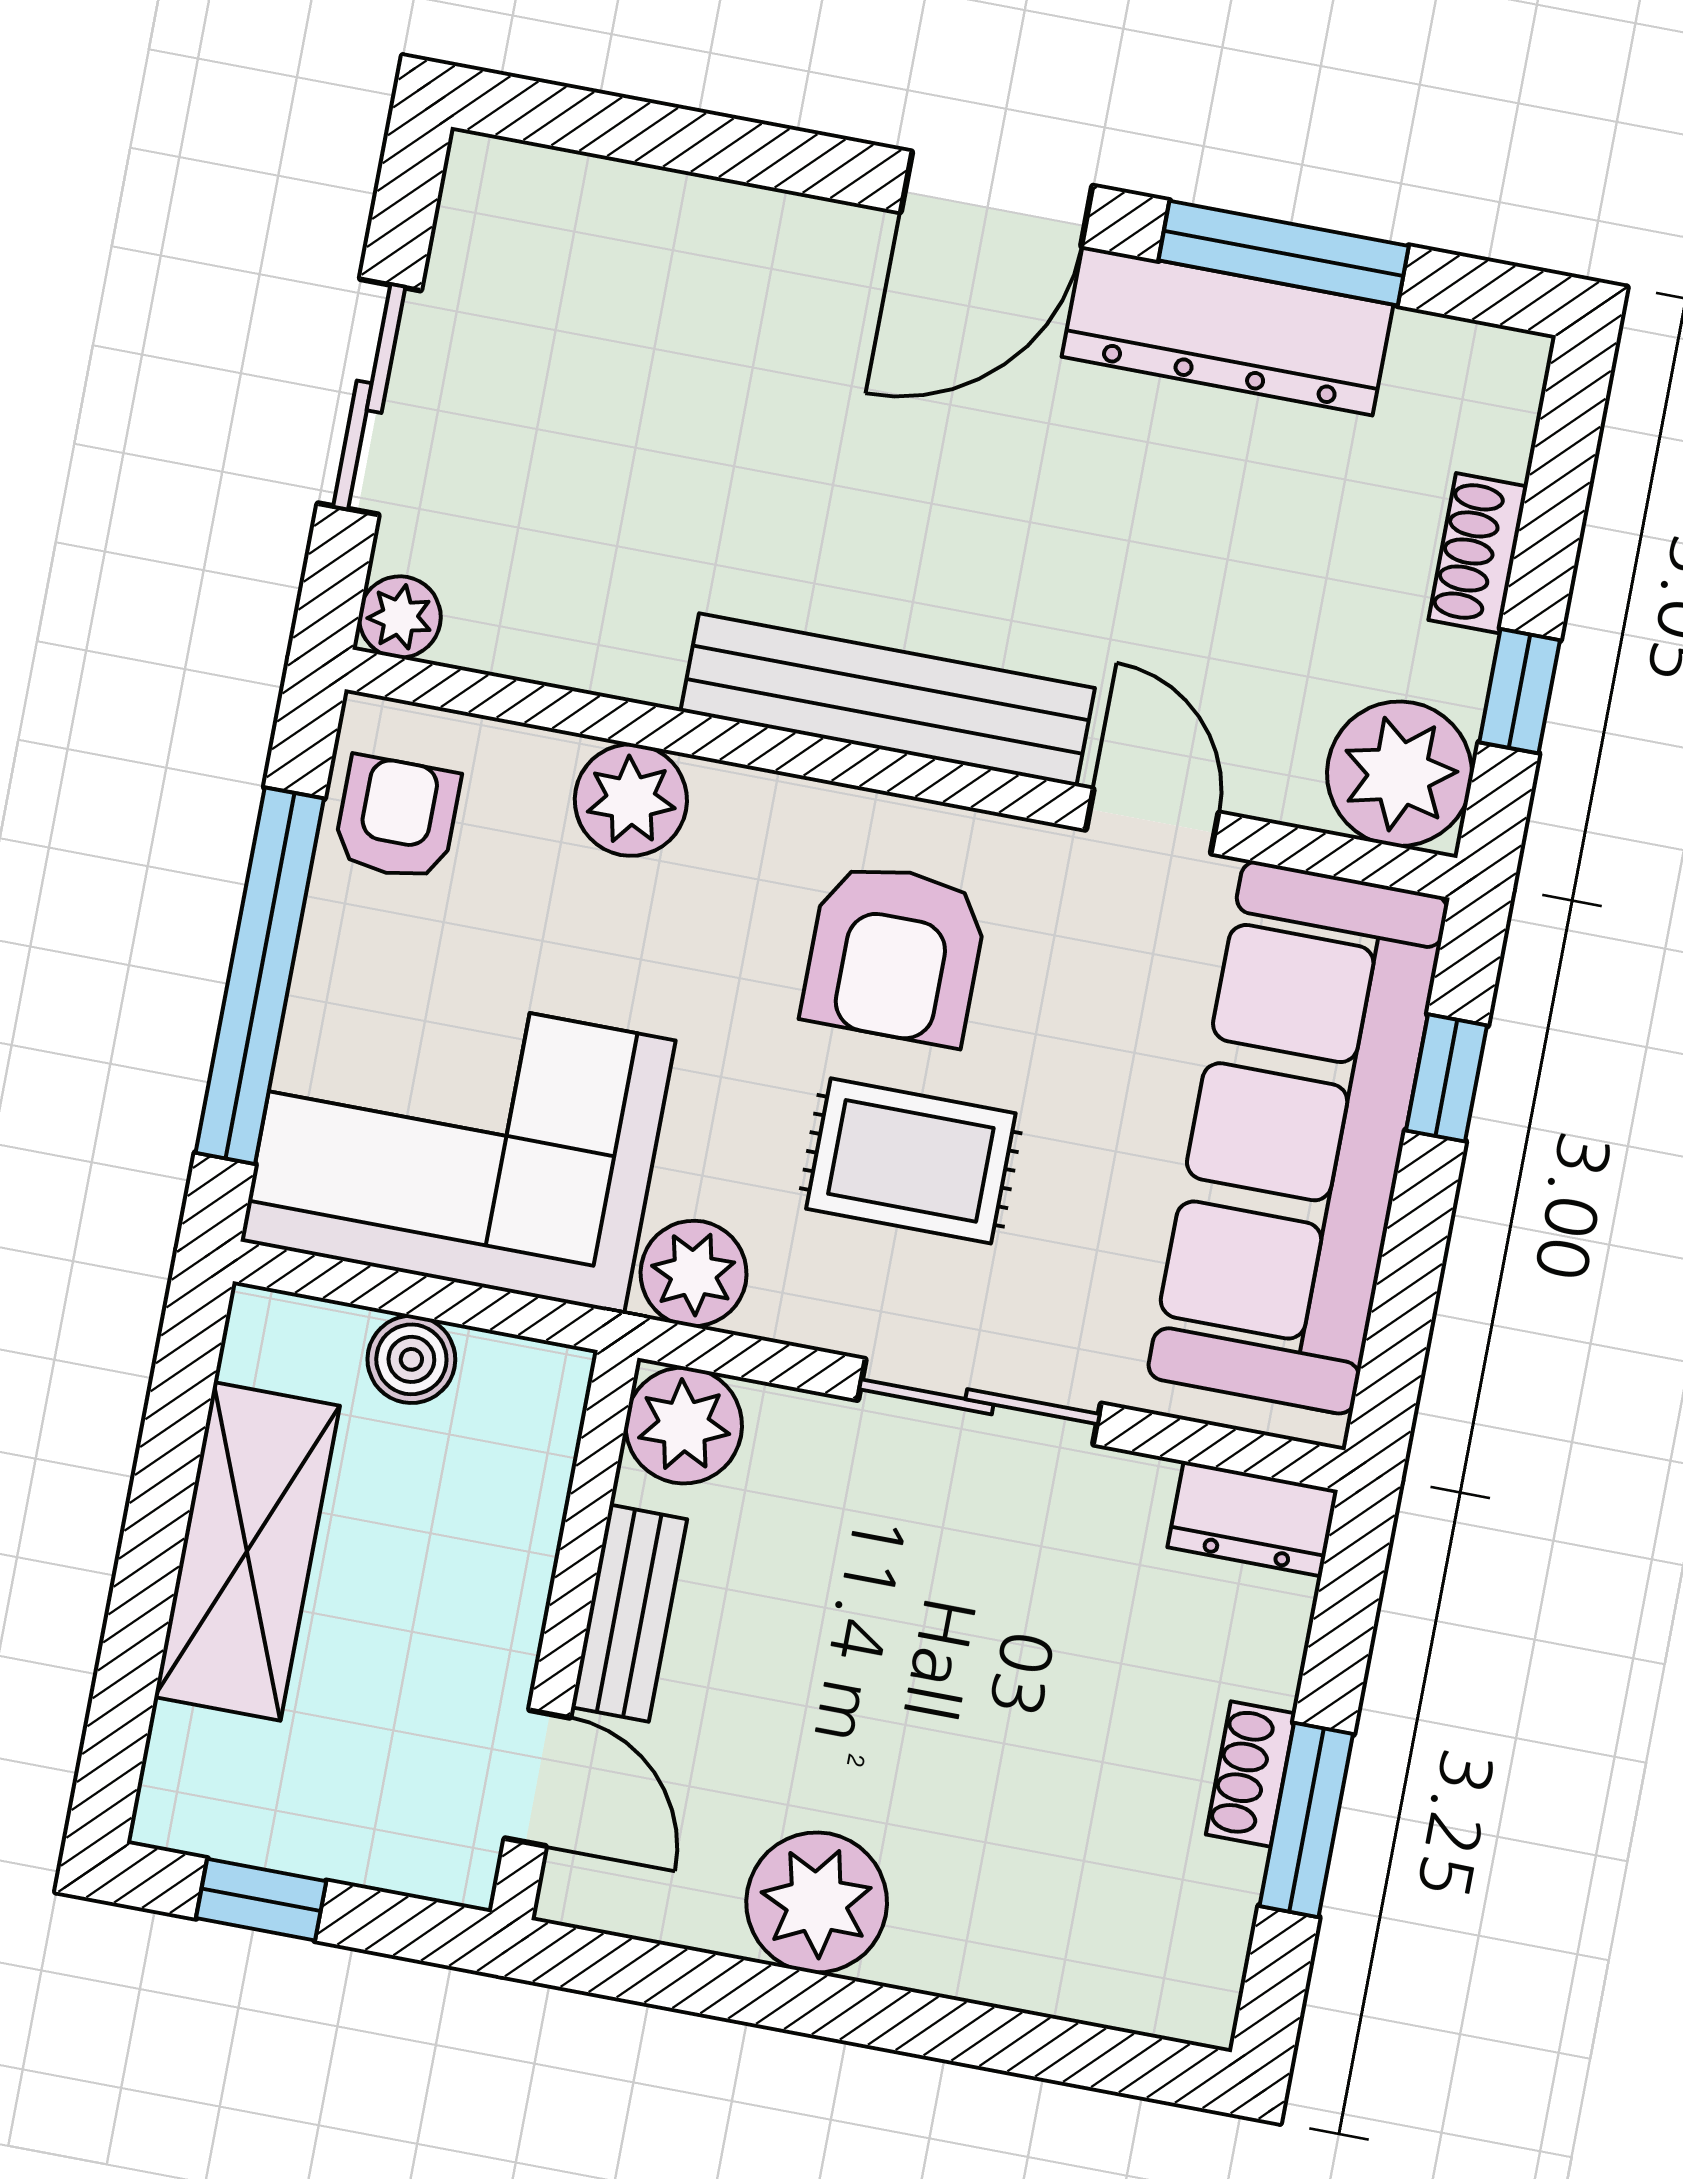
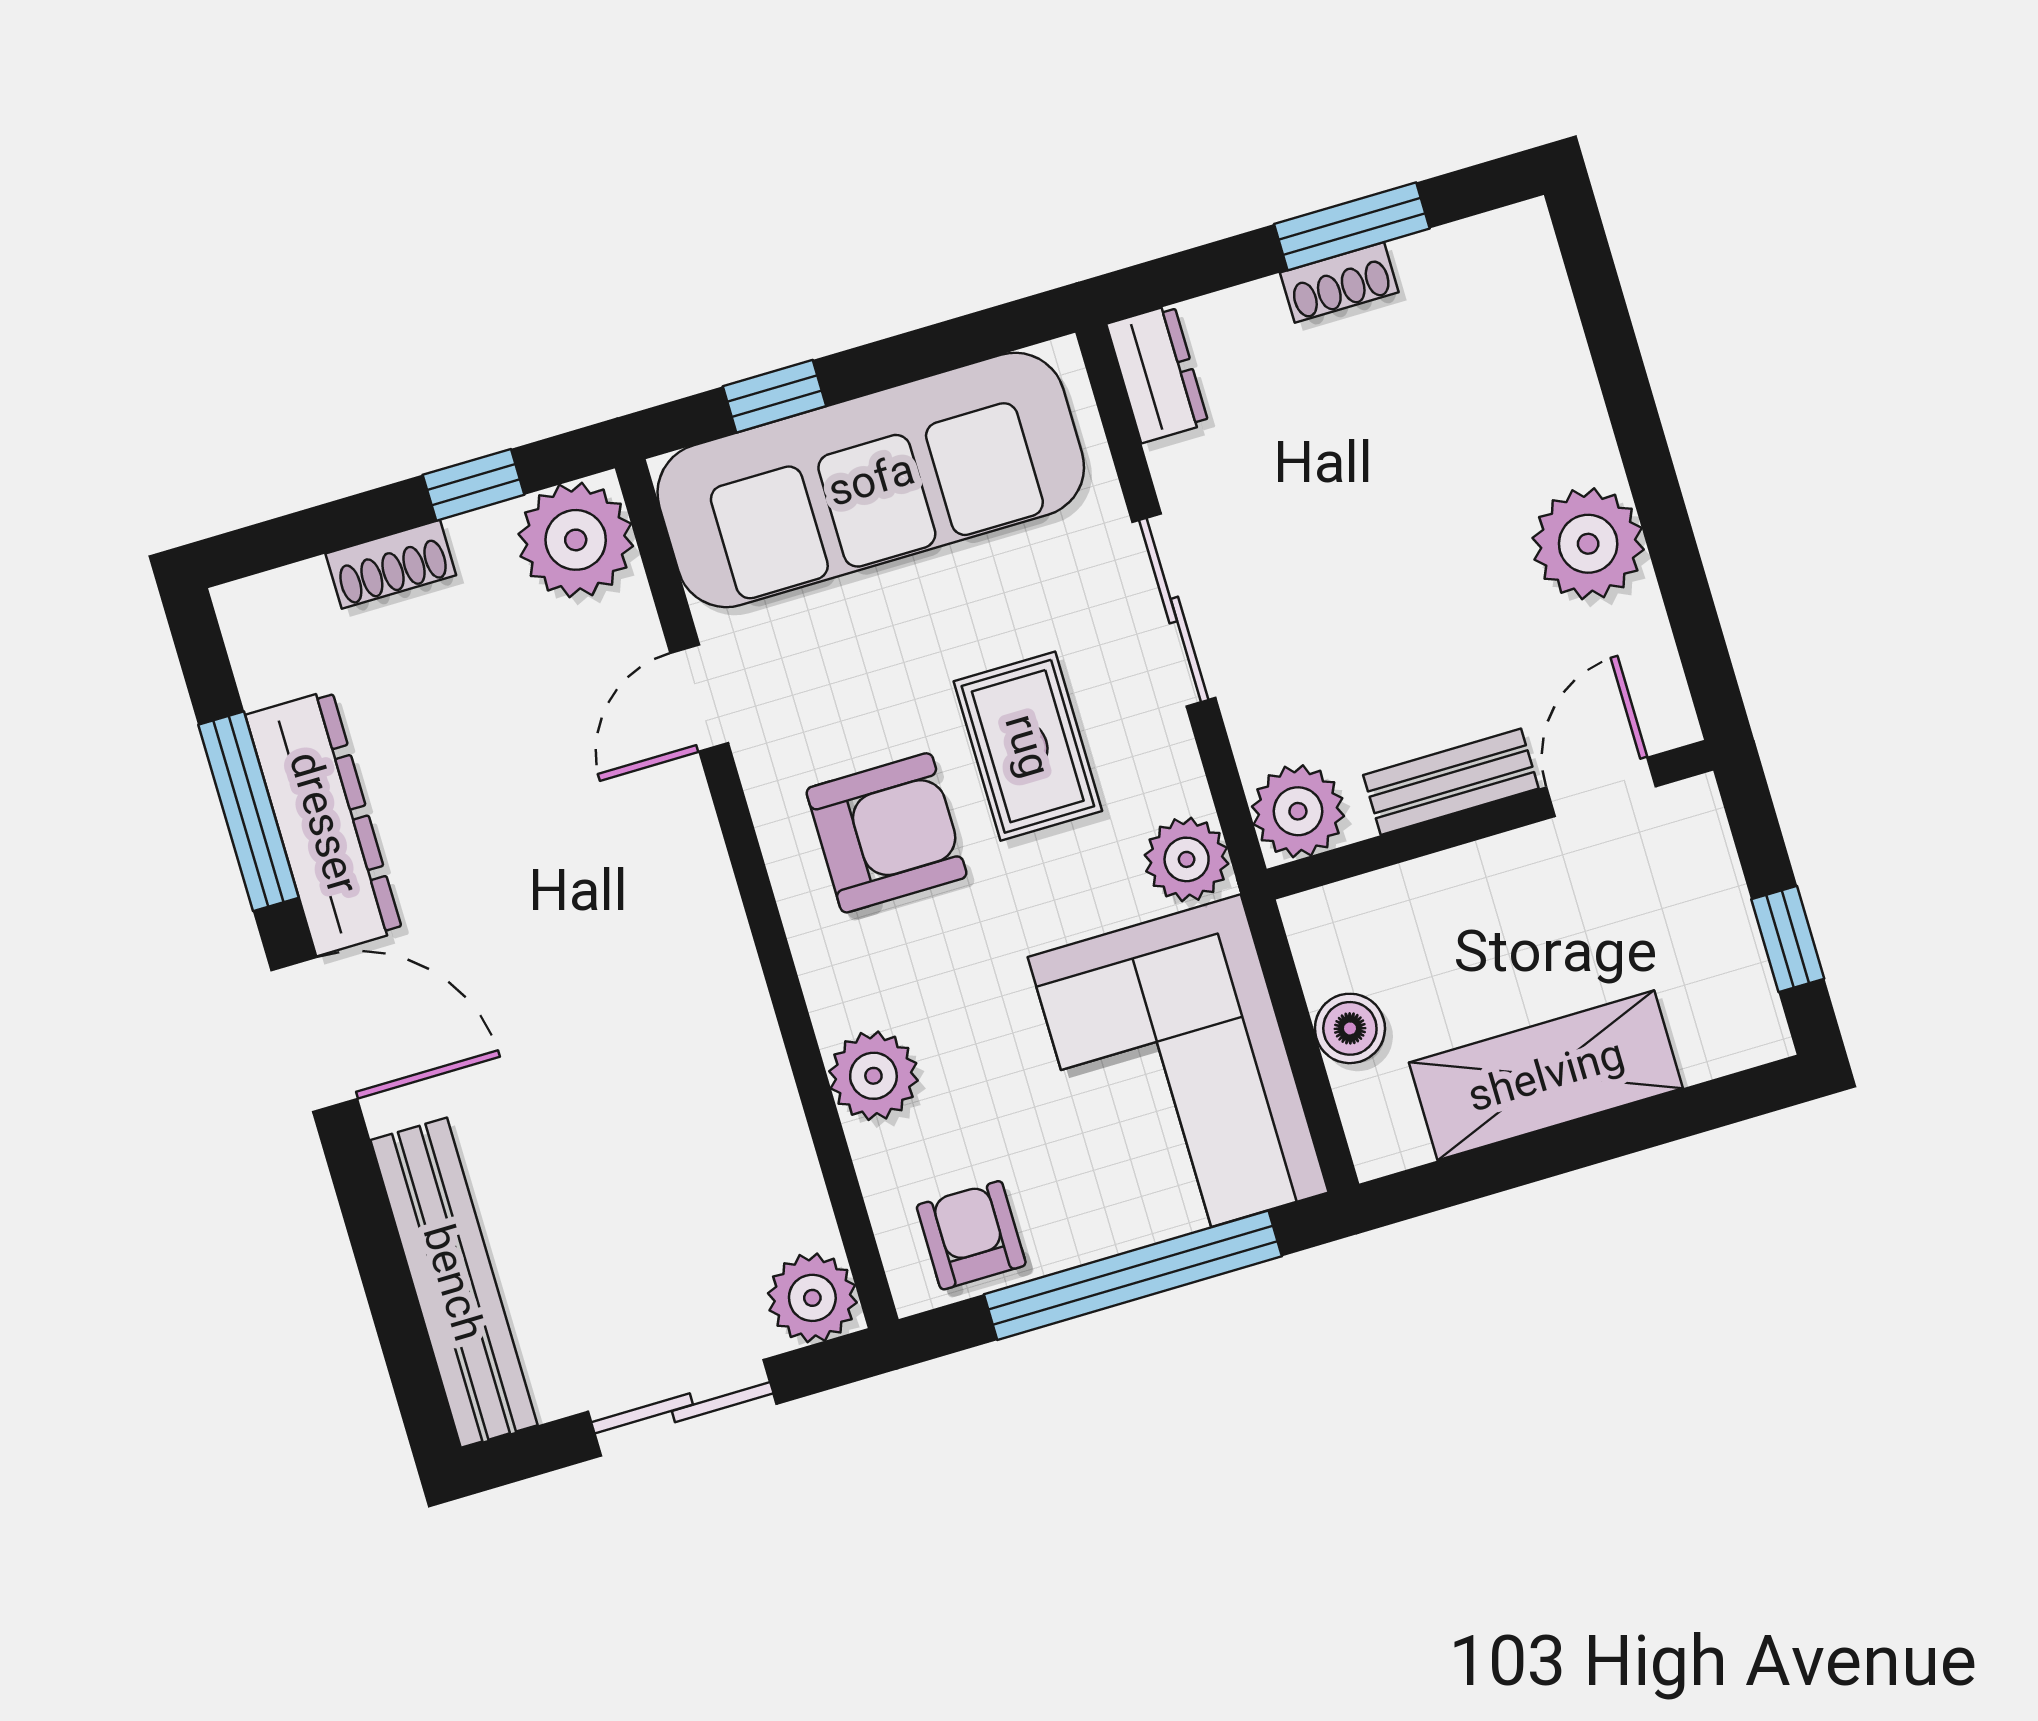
plant: (400, 617) -> (812, 1298), width x1.38, depth x1.38
bench: (888, 700) -> (454, 1283), moved
armchair: (397, 818) -> (971, 1235), turned 90

